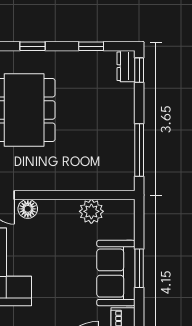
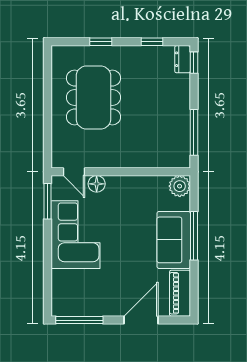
plant: (91, 211) -> (180, 186), moved
window: (139, 268) -> (194, 236), width x1.44

